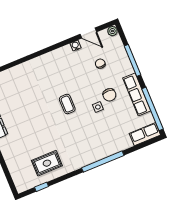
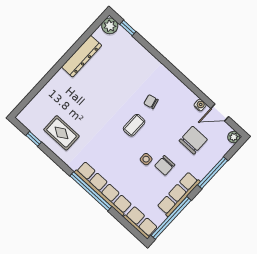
door: (88, 33) -> (220, 113), hinge flipped
chair: (100, 64) -> (193, 140), width x1.87, depth x1.87
chair: (55, 82) -> (151, 102), added
row of seats: (105, 151) -> (103, 188), added

